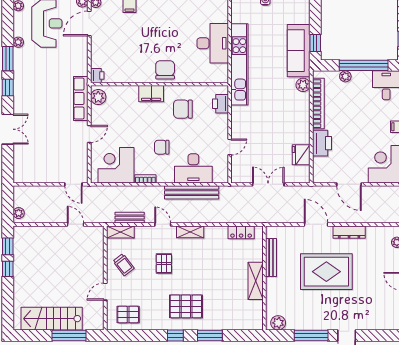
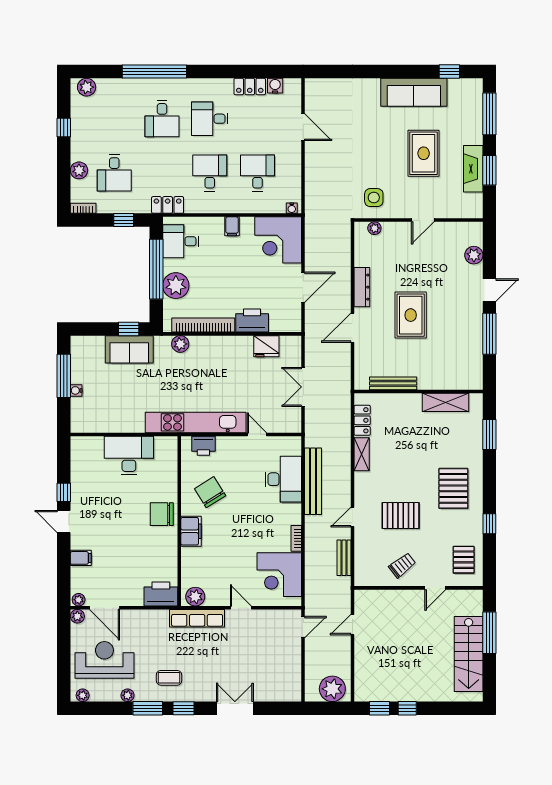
sofa: (299, 51) -> (129, 349), width x0.73
kitchen unit: (239, 64) -> (196, 422), moved
coffee table: (32, 76) -> (169, 678), added
printer: (97, 76) -> (161, 594), width x1.87, depth x1.48
plant: (345, 76) -> (176, 286), width x1.88, depth x1.88
chair: (183, 109) -> (210, 492), turned 148
chair: (162, 147) -> (257, 518), removed
plant: (19, 213) -> (332, 689), width x1.88, depth x1.88
shelving: (120, 232) -> (362, 569), removed
shelving: (190, 232) -> (362, 454), moved
pallet: (164, 263) -> (401, 516), width x1.50, depth x1.42
rug: (326, 272) -> (411, 315), width x0.73, depth x0.69
shelving: (256, 281) -> (445, 402), moved
door: (105, 292) -> (435, 588), hinge flipped
plant: (278, 323) -> (474, 255), moved
window: (175, 335) -> (489, 524), moved
window: (210, 335) -> (489, 434), moved

